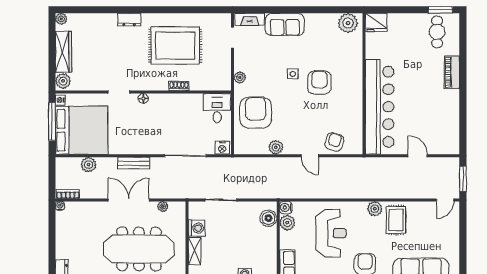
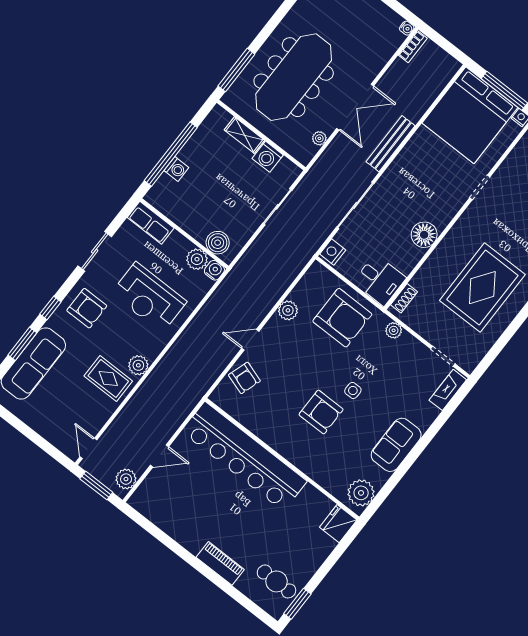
sofa: (285, 24) -> (396, 445), moved
shoe rack: (179, 86) -> (404, 298), moved
floor lamp: (143, 98) -> (424, 235), moved, width x1.89, depth x1.89
bench: (134, 163) -> (391, 144), width x1.36
plant: (88, 165) -> (126, 479), moved

